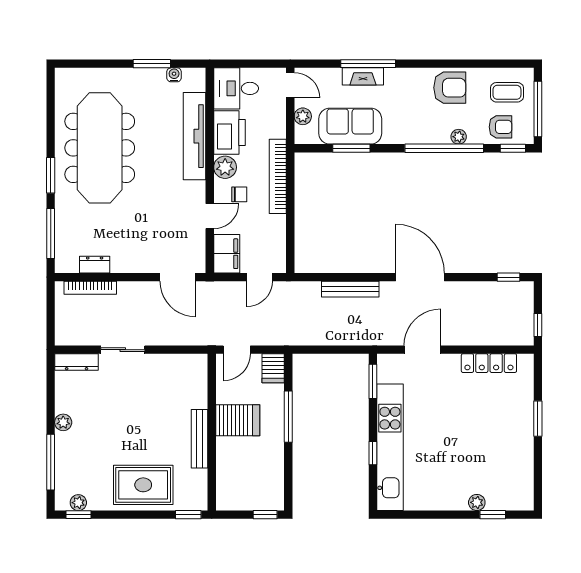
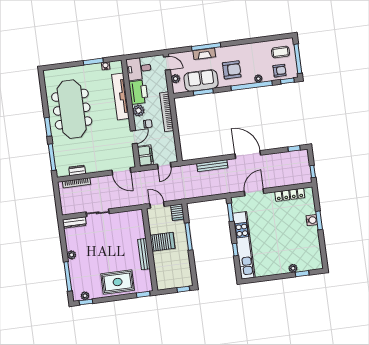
armchair: (450, 88) -> (232, 70), moved
door: (237, 350) -> (157, 205), swing flipped
water cooler: (524, 417) -> (312, 220), added

